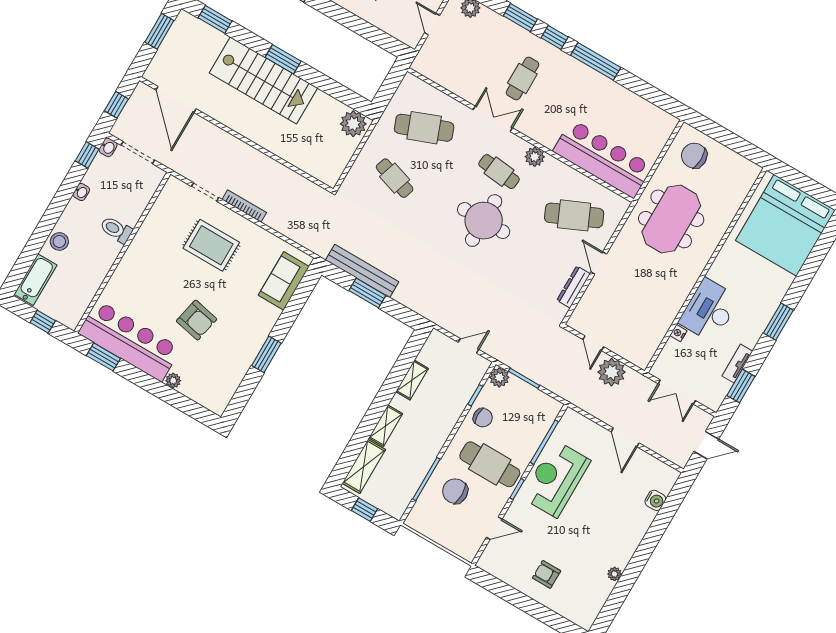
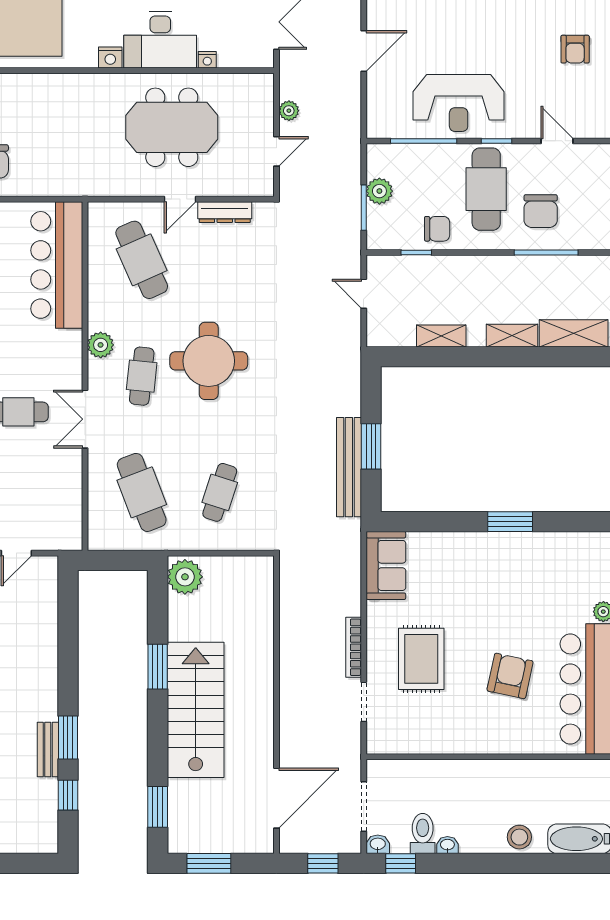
window: (283, 59) -> (158, 667), moved
meeting table: (671, 219) -> (172, 127), moved
toilet: (116, 230) -> (423, 833), moved, turned 180
nightstand: (716, 271) -> (110, 58), added
sofa: (284, 281) -> (386, 565), moved, turned -90
armchair: (197, 320) -> (510, 676), moved
plant: (612, 372) -> (289, 111), width x0.53, depth x0.53
plant: (499, 377) -> (379, 191), moved
chair: (483, 418) -> (437, 229), turned 90

